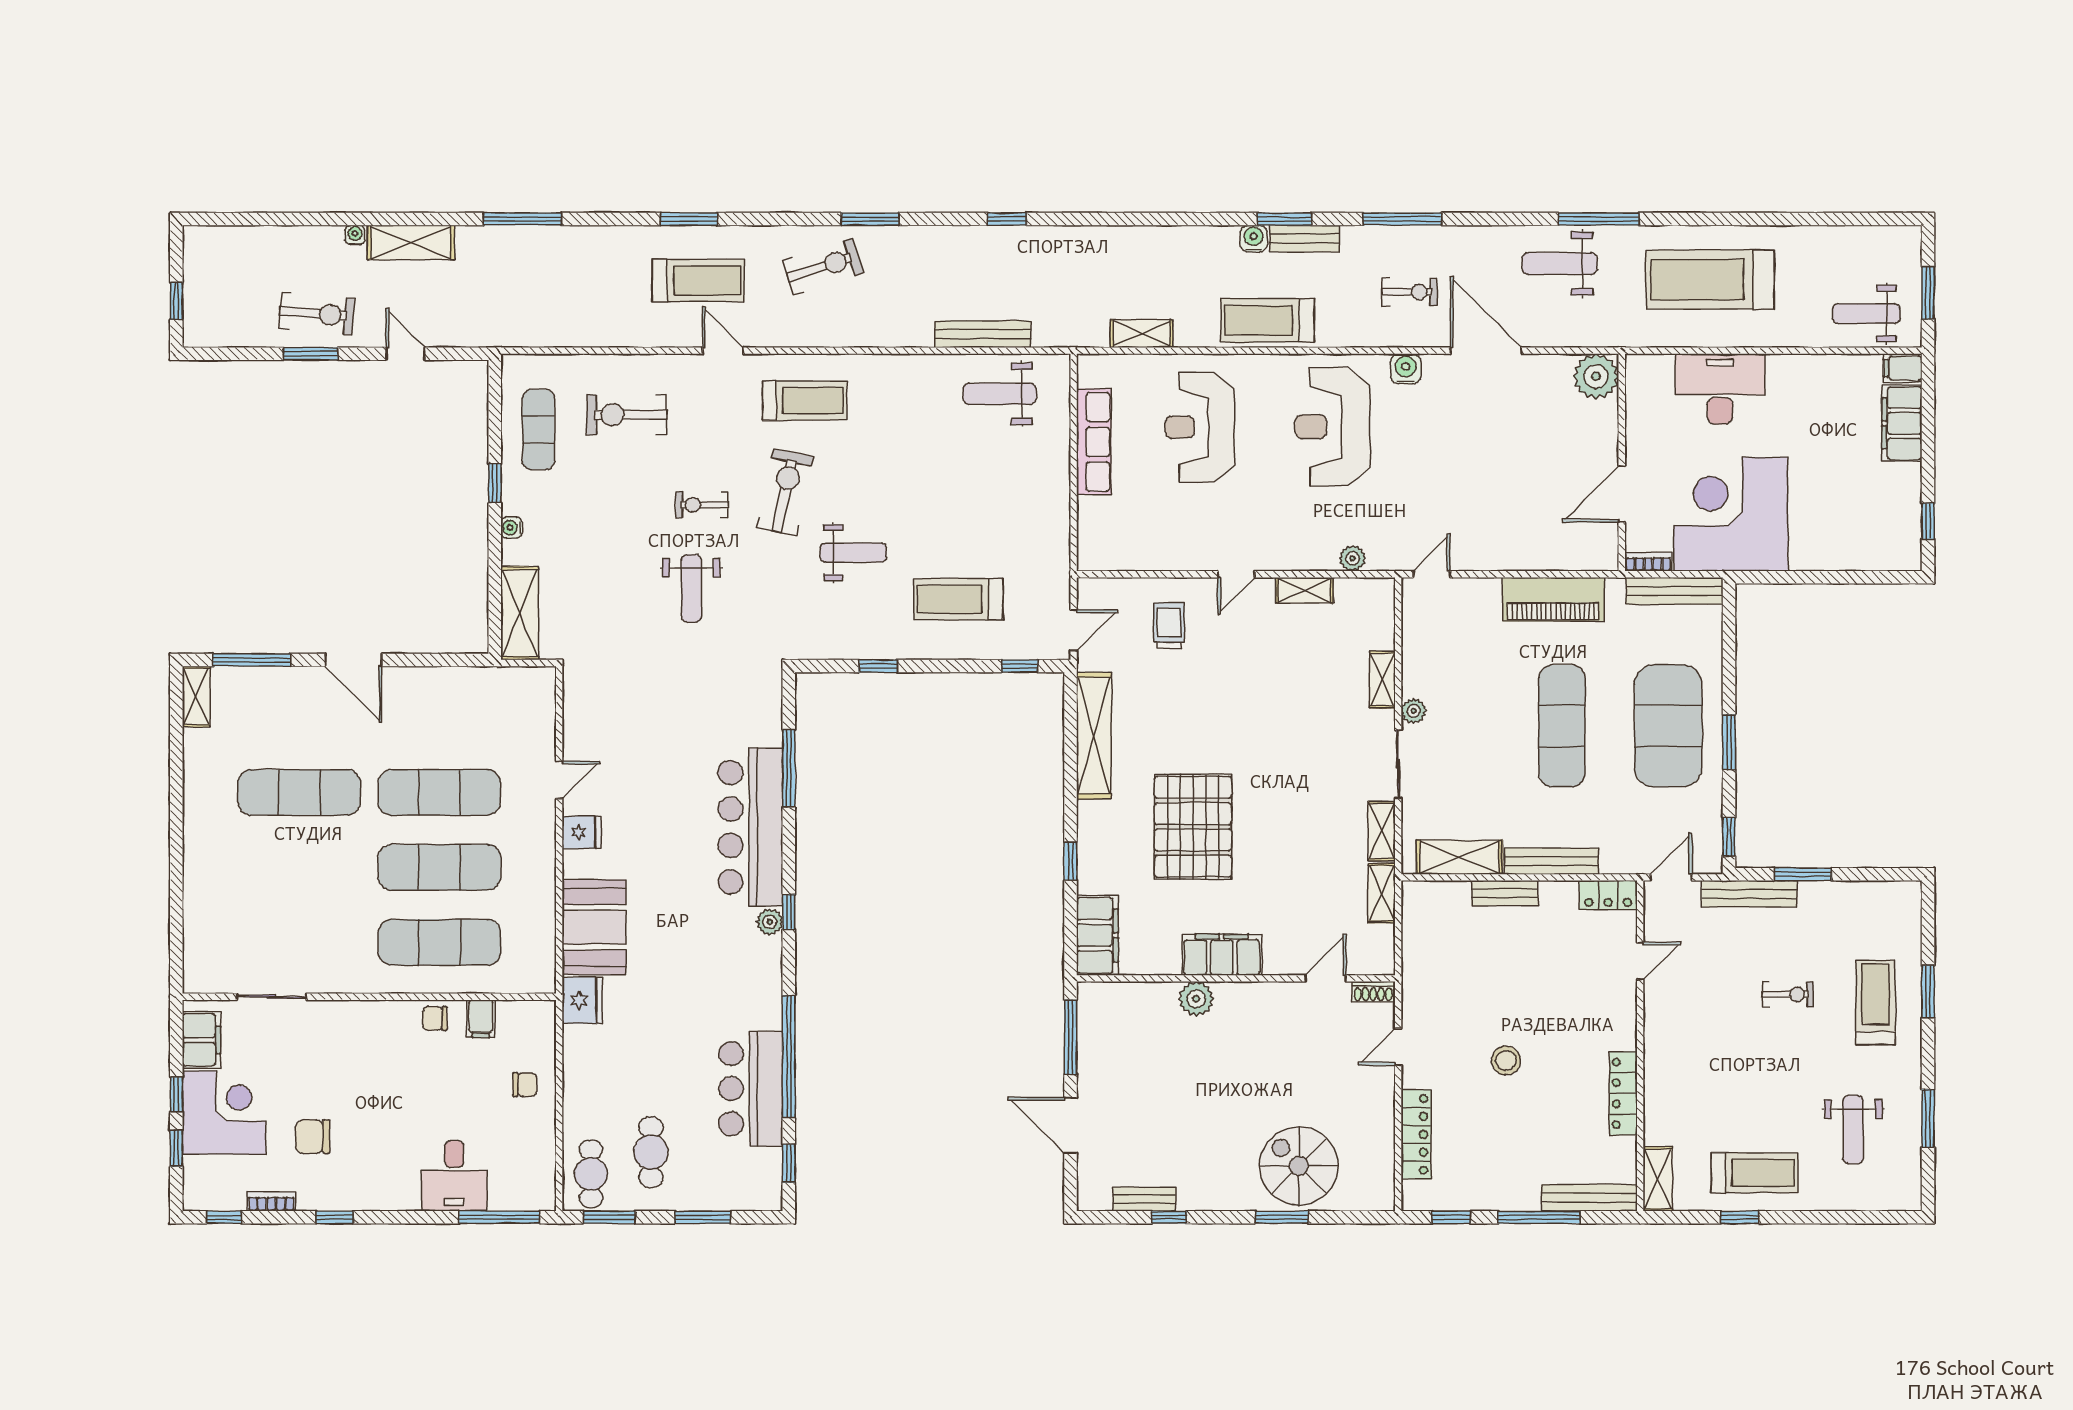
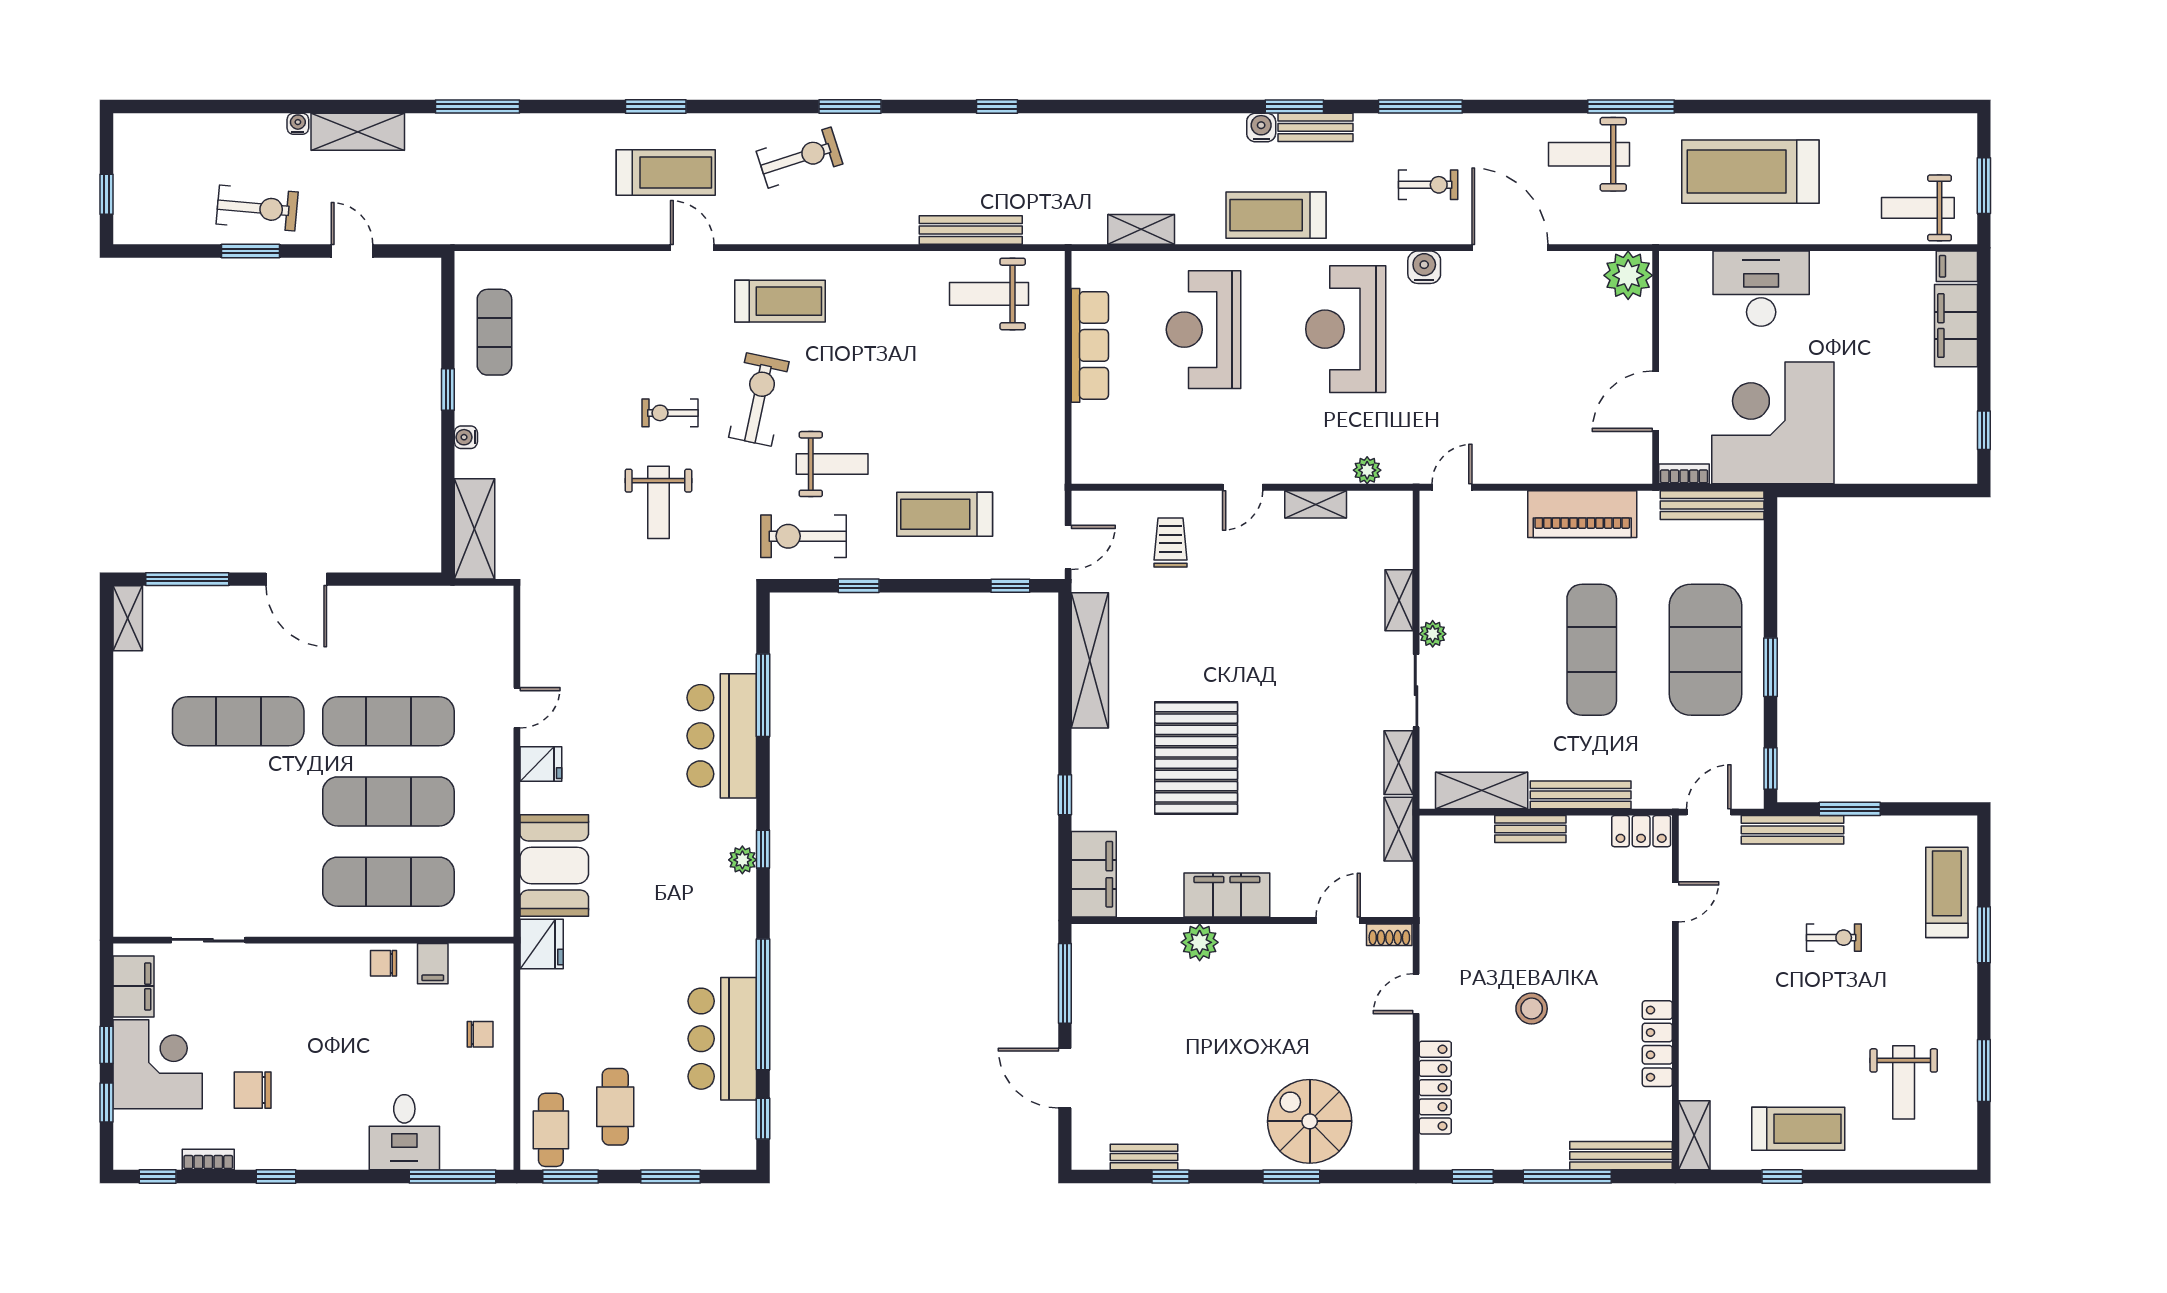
exercise bike: (627, 415) -> (803, 536), moved
bar counter: (750, 827) -> (722, 736), width x0.73
treadmill: (1875, 1003) -> (1947, 892), moved

